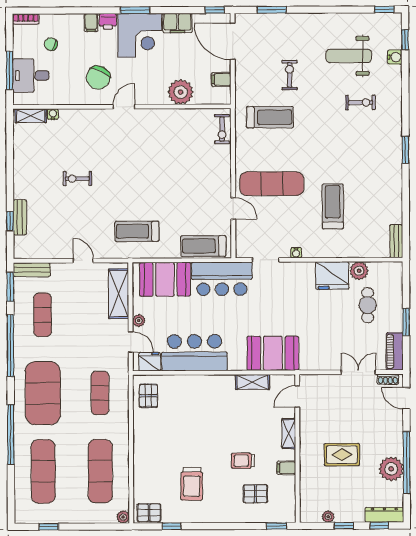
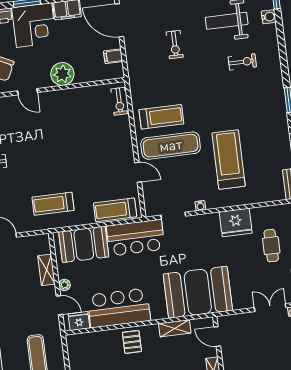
exercise bike: (290, 75) -> (175, 45), turned 180
plant: (181, 92) -> (62, 74), moved
door: (124, 107) -> (27, 92), swing flipped
treadmill: (270, 117) -> (161, 117), moved
treadmill: (333, 206) -> (229, 160), width x1.37, depth x1.38
plant: (359, 271) -> (260, 215), removed
shelving: (119, 294) -> (46, 270), width x0.67, depth x0.75
booth: (273, 353) -> (198, 292), width x1.36, depth x1.42
pallet: (148, 396) -> (132, 342), moved
door: (297, 397) -> (217, 337), hinge flipped

